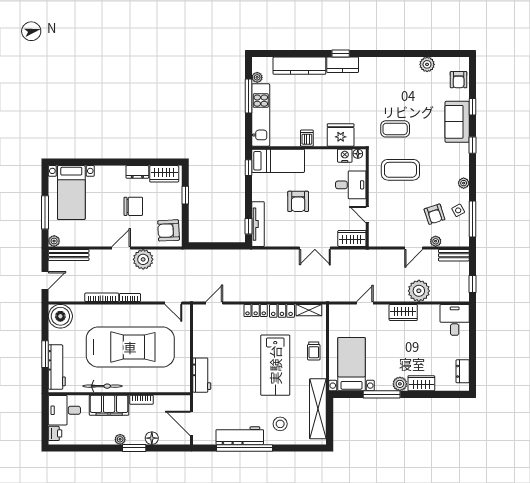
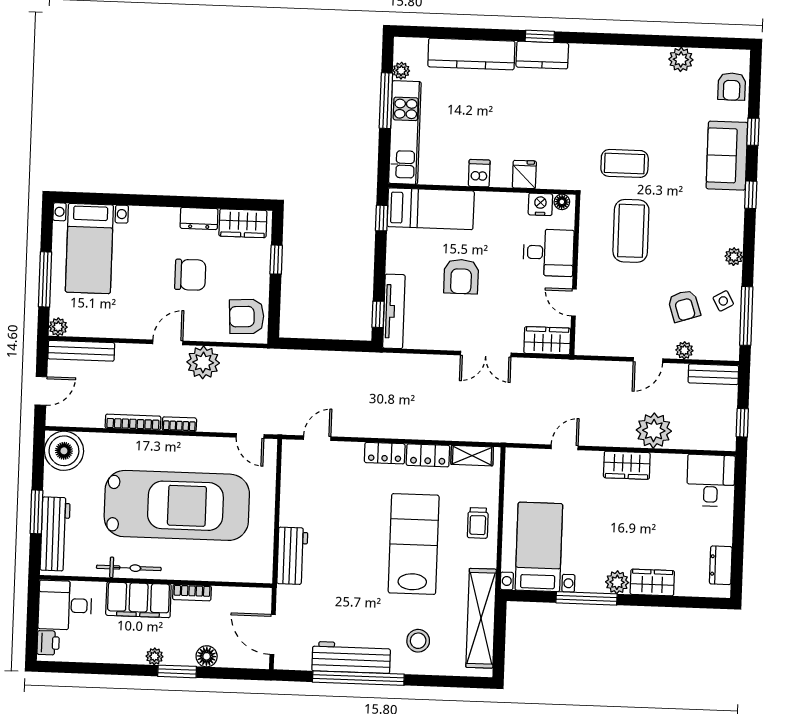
fridge: (341, 135) -> (524, 174), width x0.53, depth x0.75
coffee table: (400, 170) -> (631, 231), turned 90
lab bench: (275, 365) -> (414, 544), turned 180

